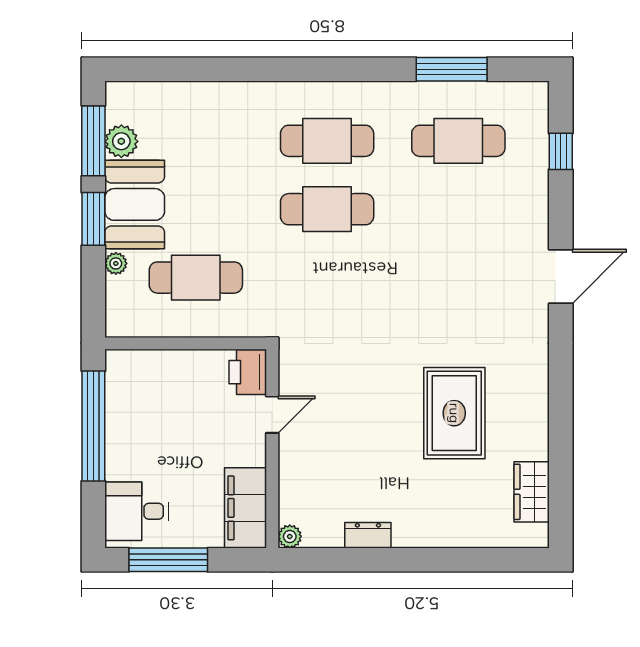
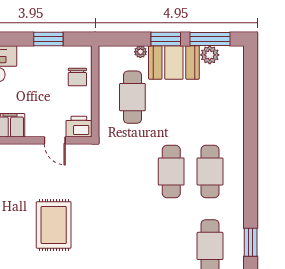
window: (452, 69) -> (251, 242), width x0.69
chair: (160, 375) -> (77, 77), added
rug: (454, 413) -> (54, 225), moved, turned 90
window: (93, 426) -> (48, 39), width x0.47

